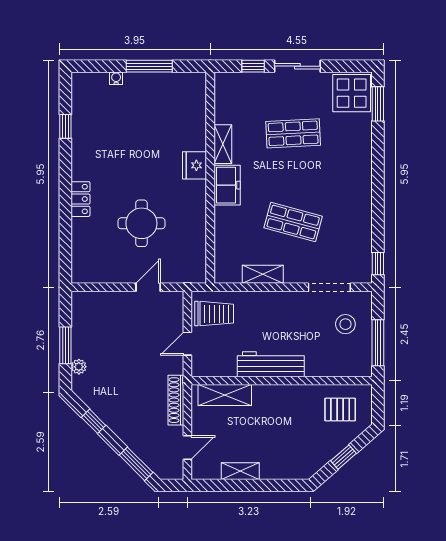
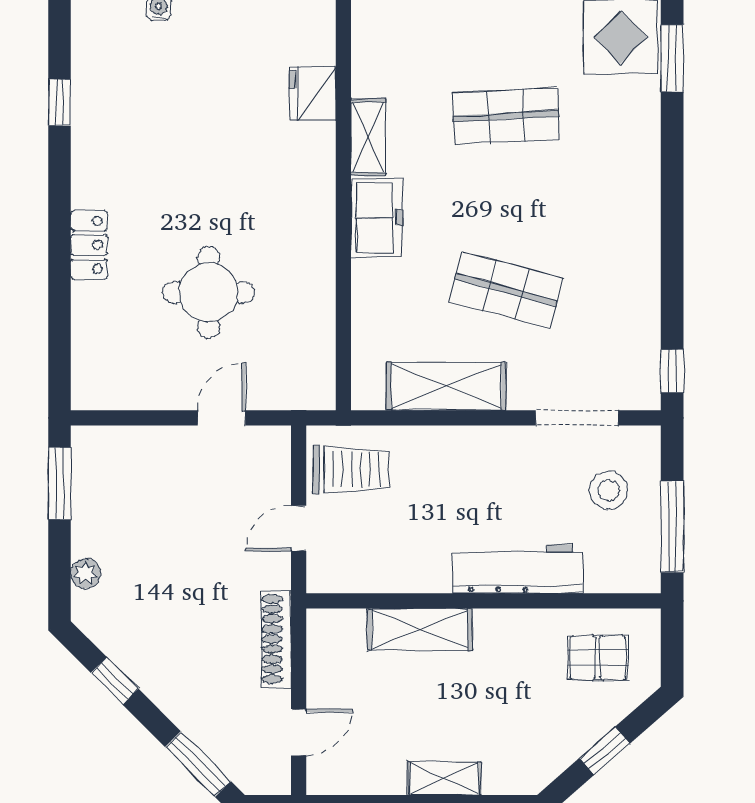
fridge: (195, 165) -> (313, 94), moved
shelving: (263, 274) -> (446, 386), width x1.50, depth x1.33
window: (65, 345) -> (59, 483), moved
workbench: (271, 364) -> (518, 569), moved
shelving: (225, 395) -> (420, 629), moved
shelving: (240, 471) -> (444, 778), moved

